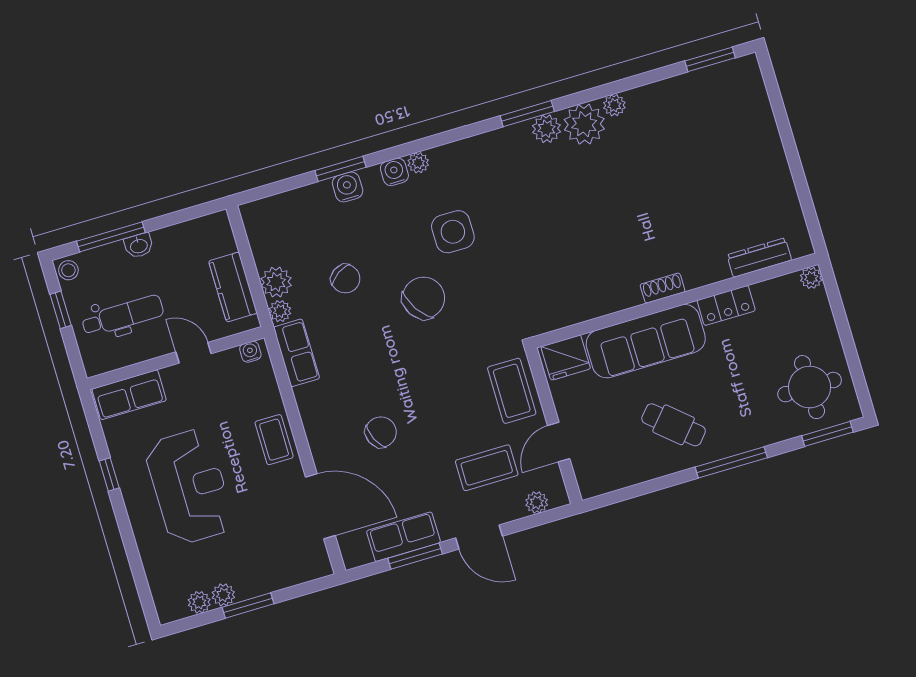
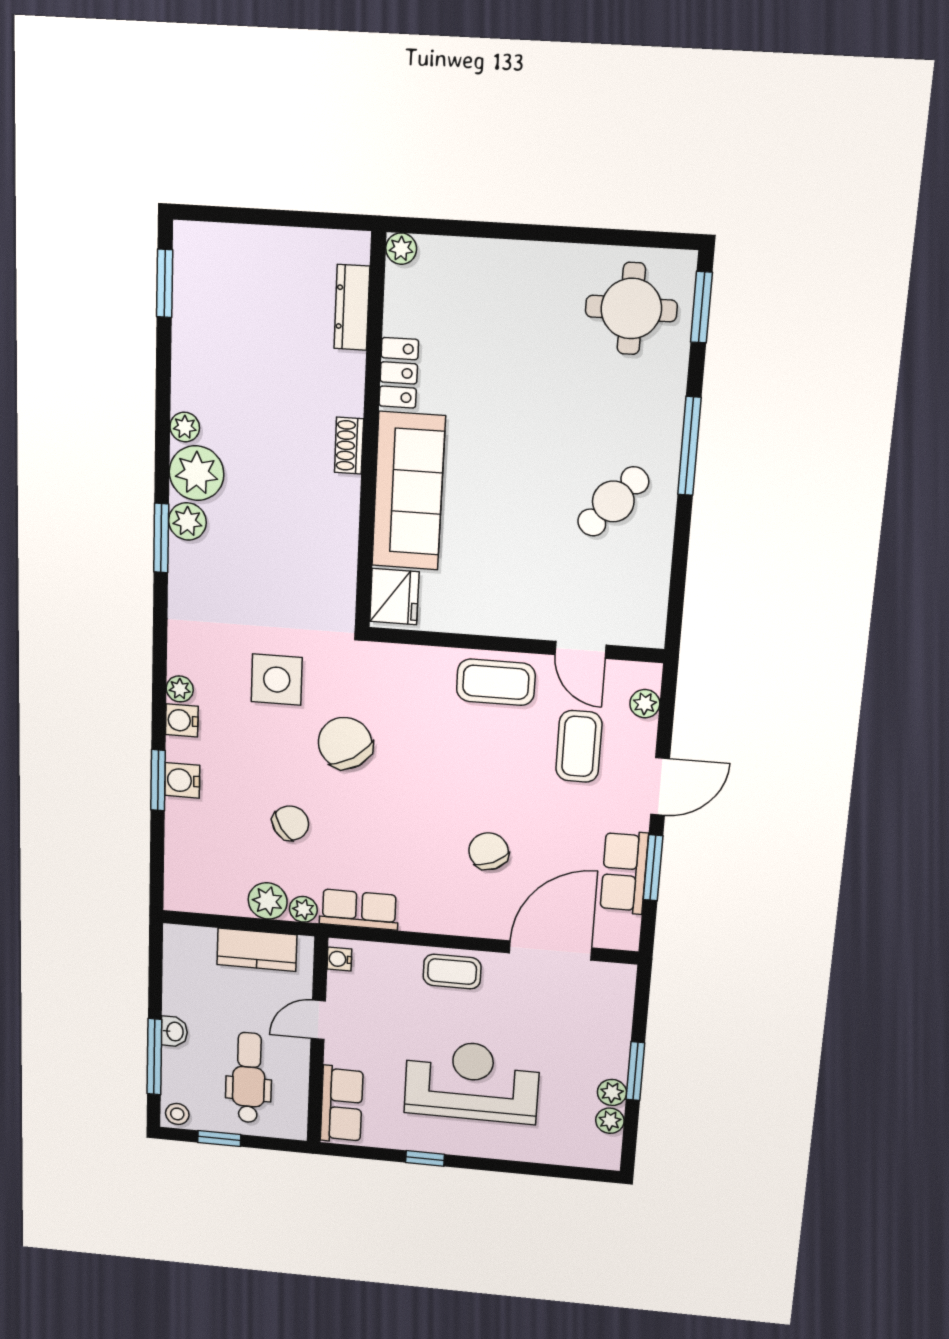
dresser: (759, 257) -> (352, 307), moved
plant: (811, 278) -> (401, 249), moved
shoe rack: (663, 288) -> (349, 446), moved
wall: (676, 300) -> (370, 434), moved
locker: (726, 305) -> (399, 373), moved
sofa: (646, 341) -> (408, 491), moved
fridge: (566, 358) -> (394, 597), moved

